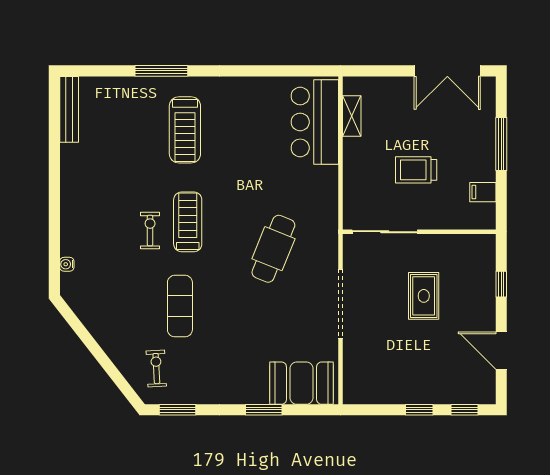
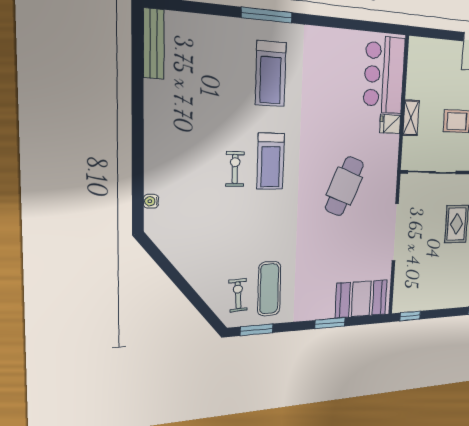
window: (161, 71) -> (267, 15), moved
shelving: (352, 116) -> (411, 118), moved
fridge: (326, 177) -> (390, 124), added
treadmill: (188, 222) -> (271, 161), turned 180
exercise mat: (180, 306) -> (269, 289), moved
window: (419, 410) -> (410, 316), moved

